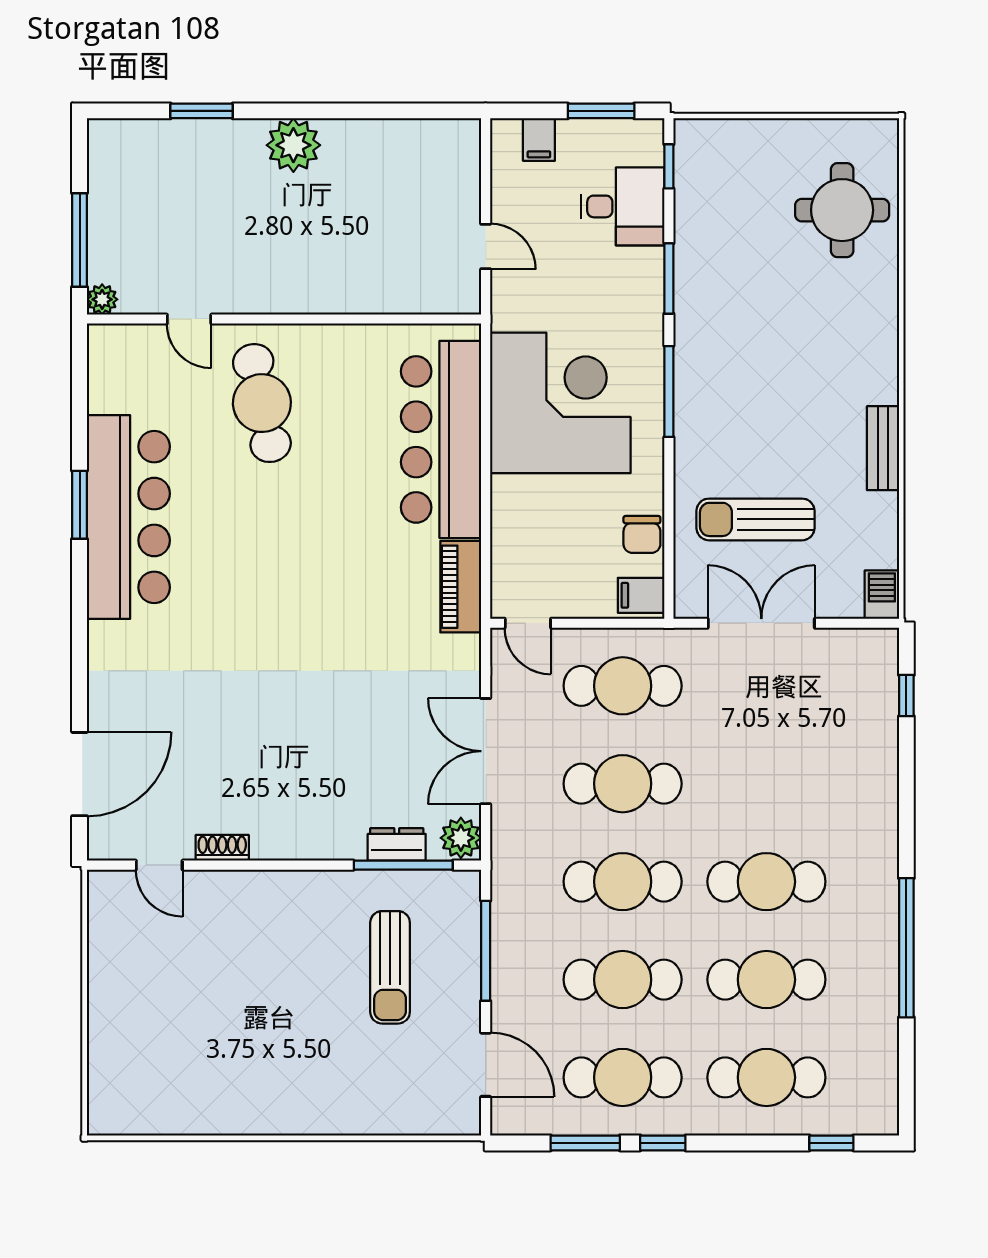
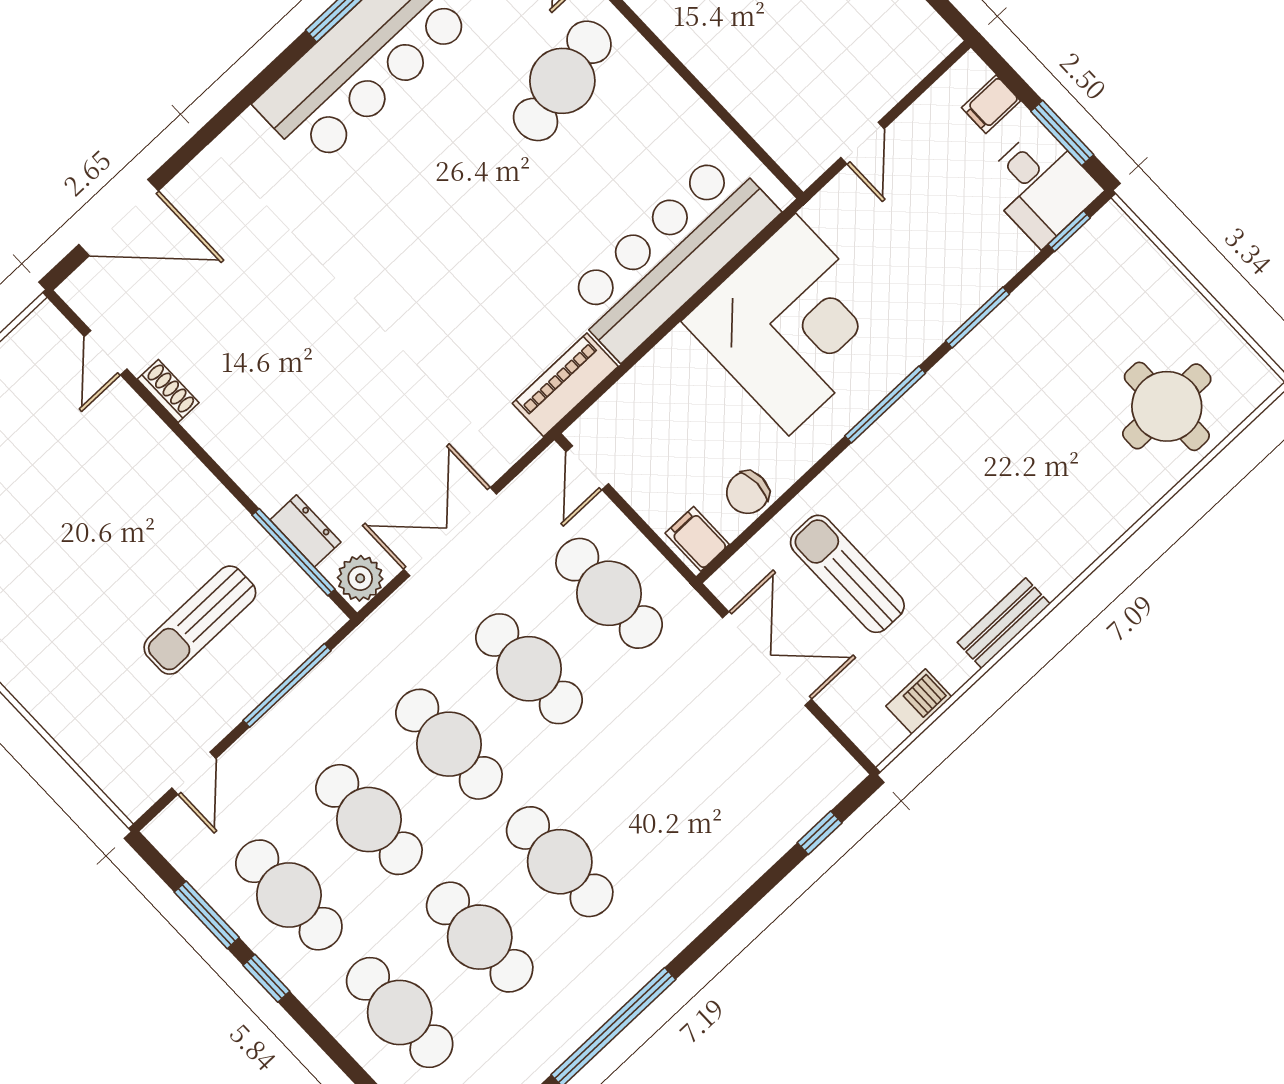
desk: (622, 206) -> (1041, 186), moved
barbecue: (882, 595) -> (919, 701), moved
door: (486, 1065) -> (194, 773), width x0.73

